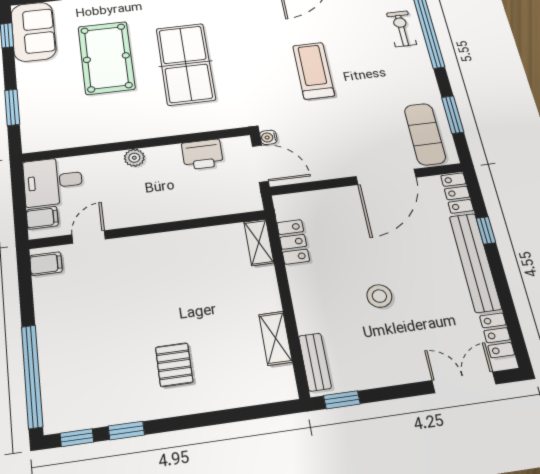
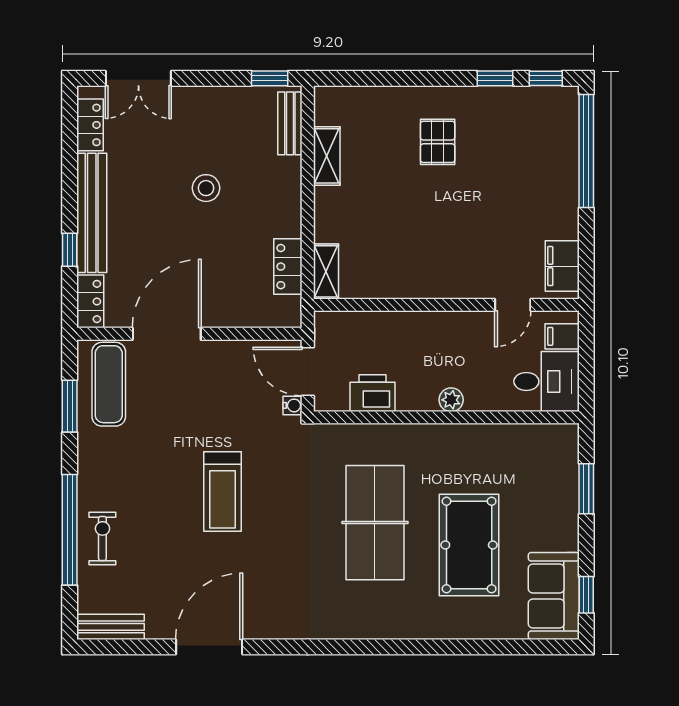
exercise bike: (401, 29) -> (102, 538), turned 180
filing cabinet: (46, 264) -> (562, 266), width x2.00

